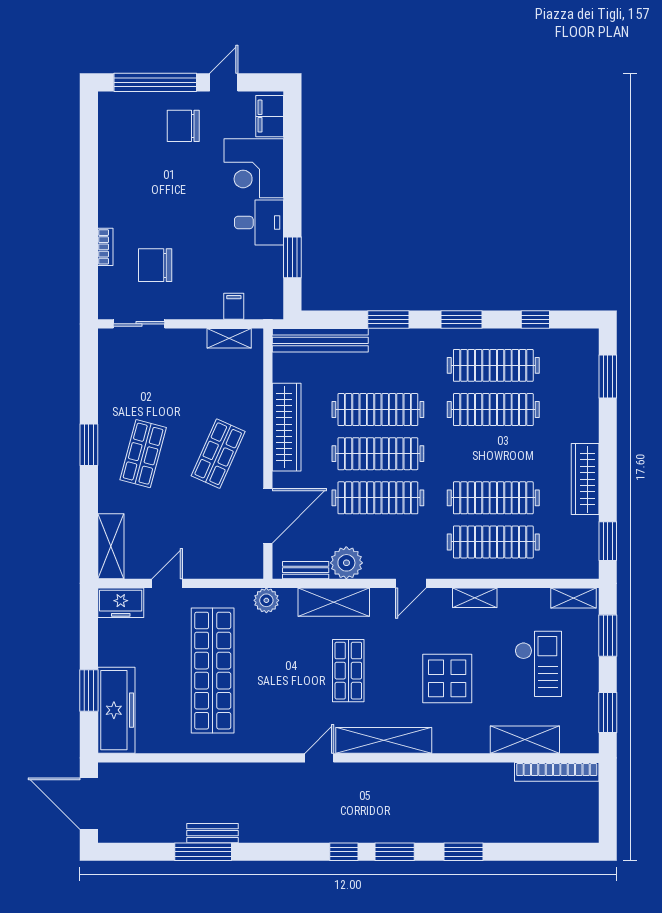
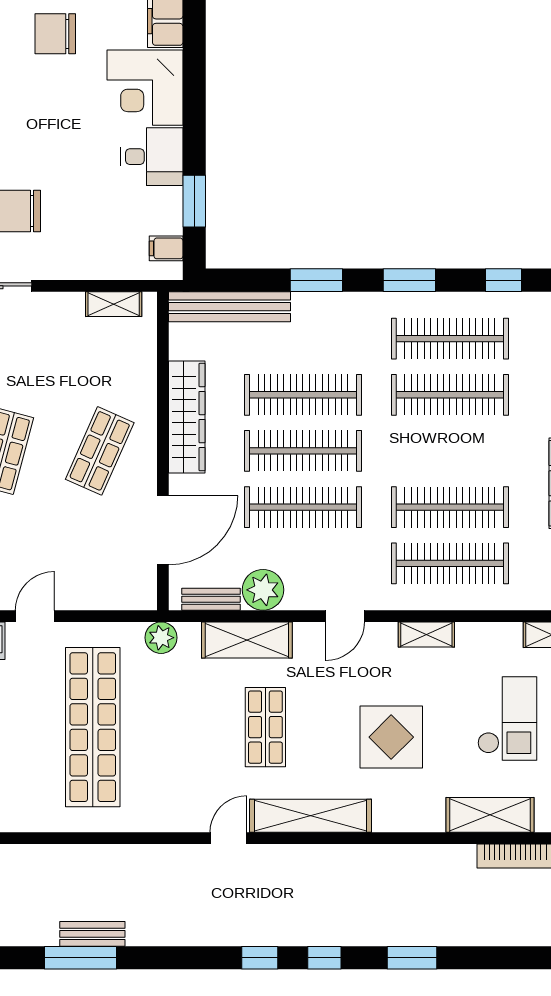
filing cabinet: (234, 306) -> (166, 248), moved, turned -90
window: (395, 852) -> (324, 958), width x0.67

